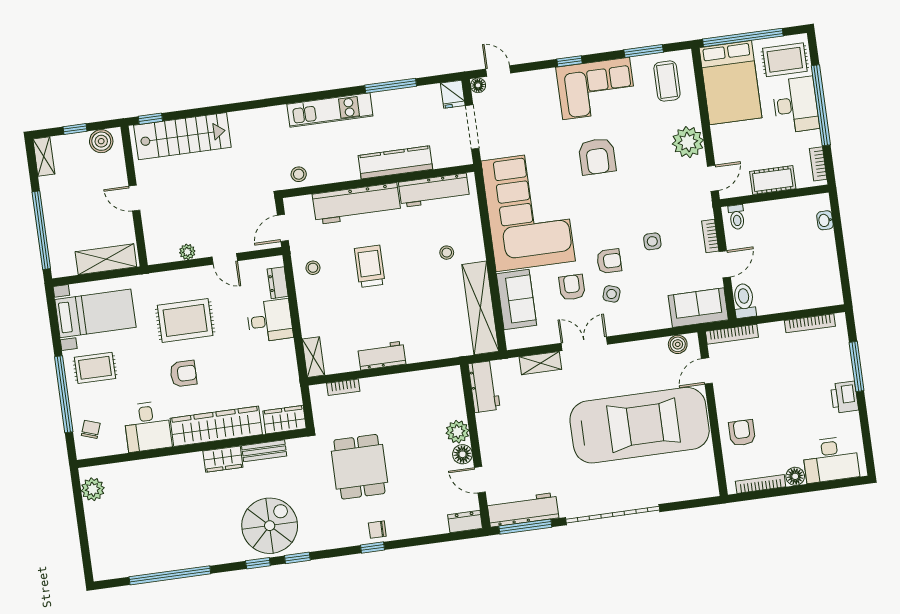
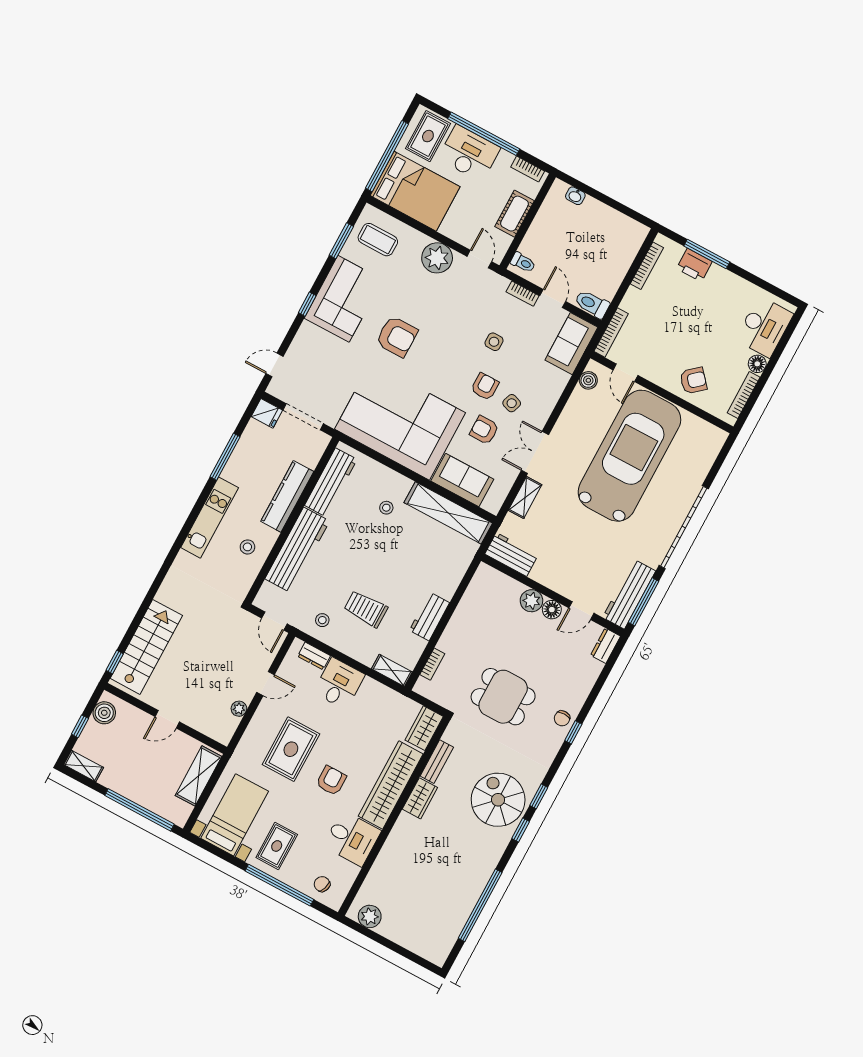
floor lamp: (478, 85) -> (274, 389), removed
stool: (299, 174) -> (247, 547), moved
trolley: (370, 266) -> (366, 609), moved
printer: (844, 397) -> (694, 265), moved
armchair: (742, 433) -> (693, 380), turned 139

